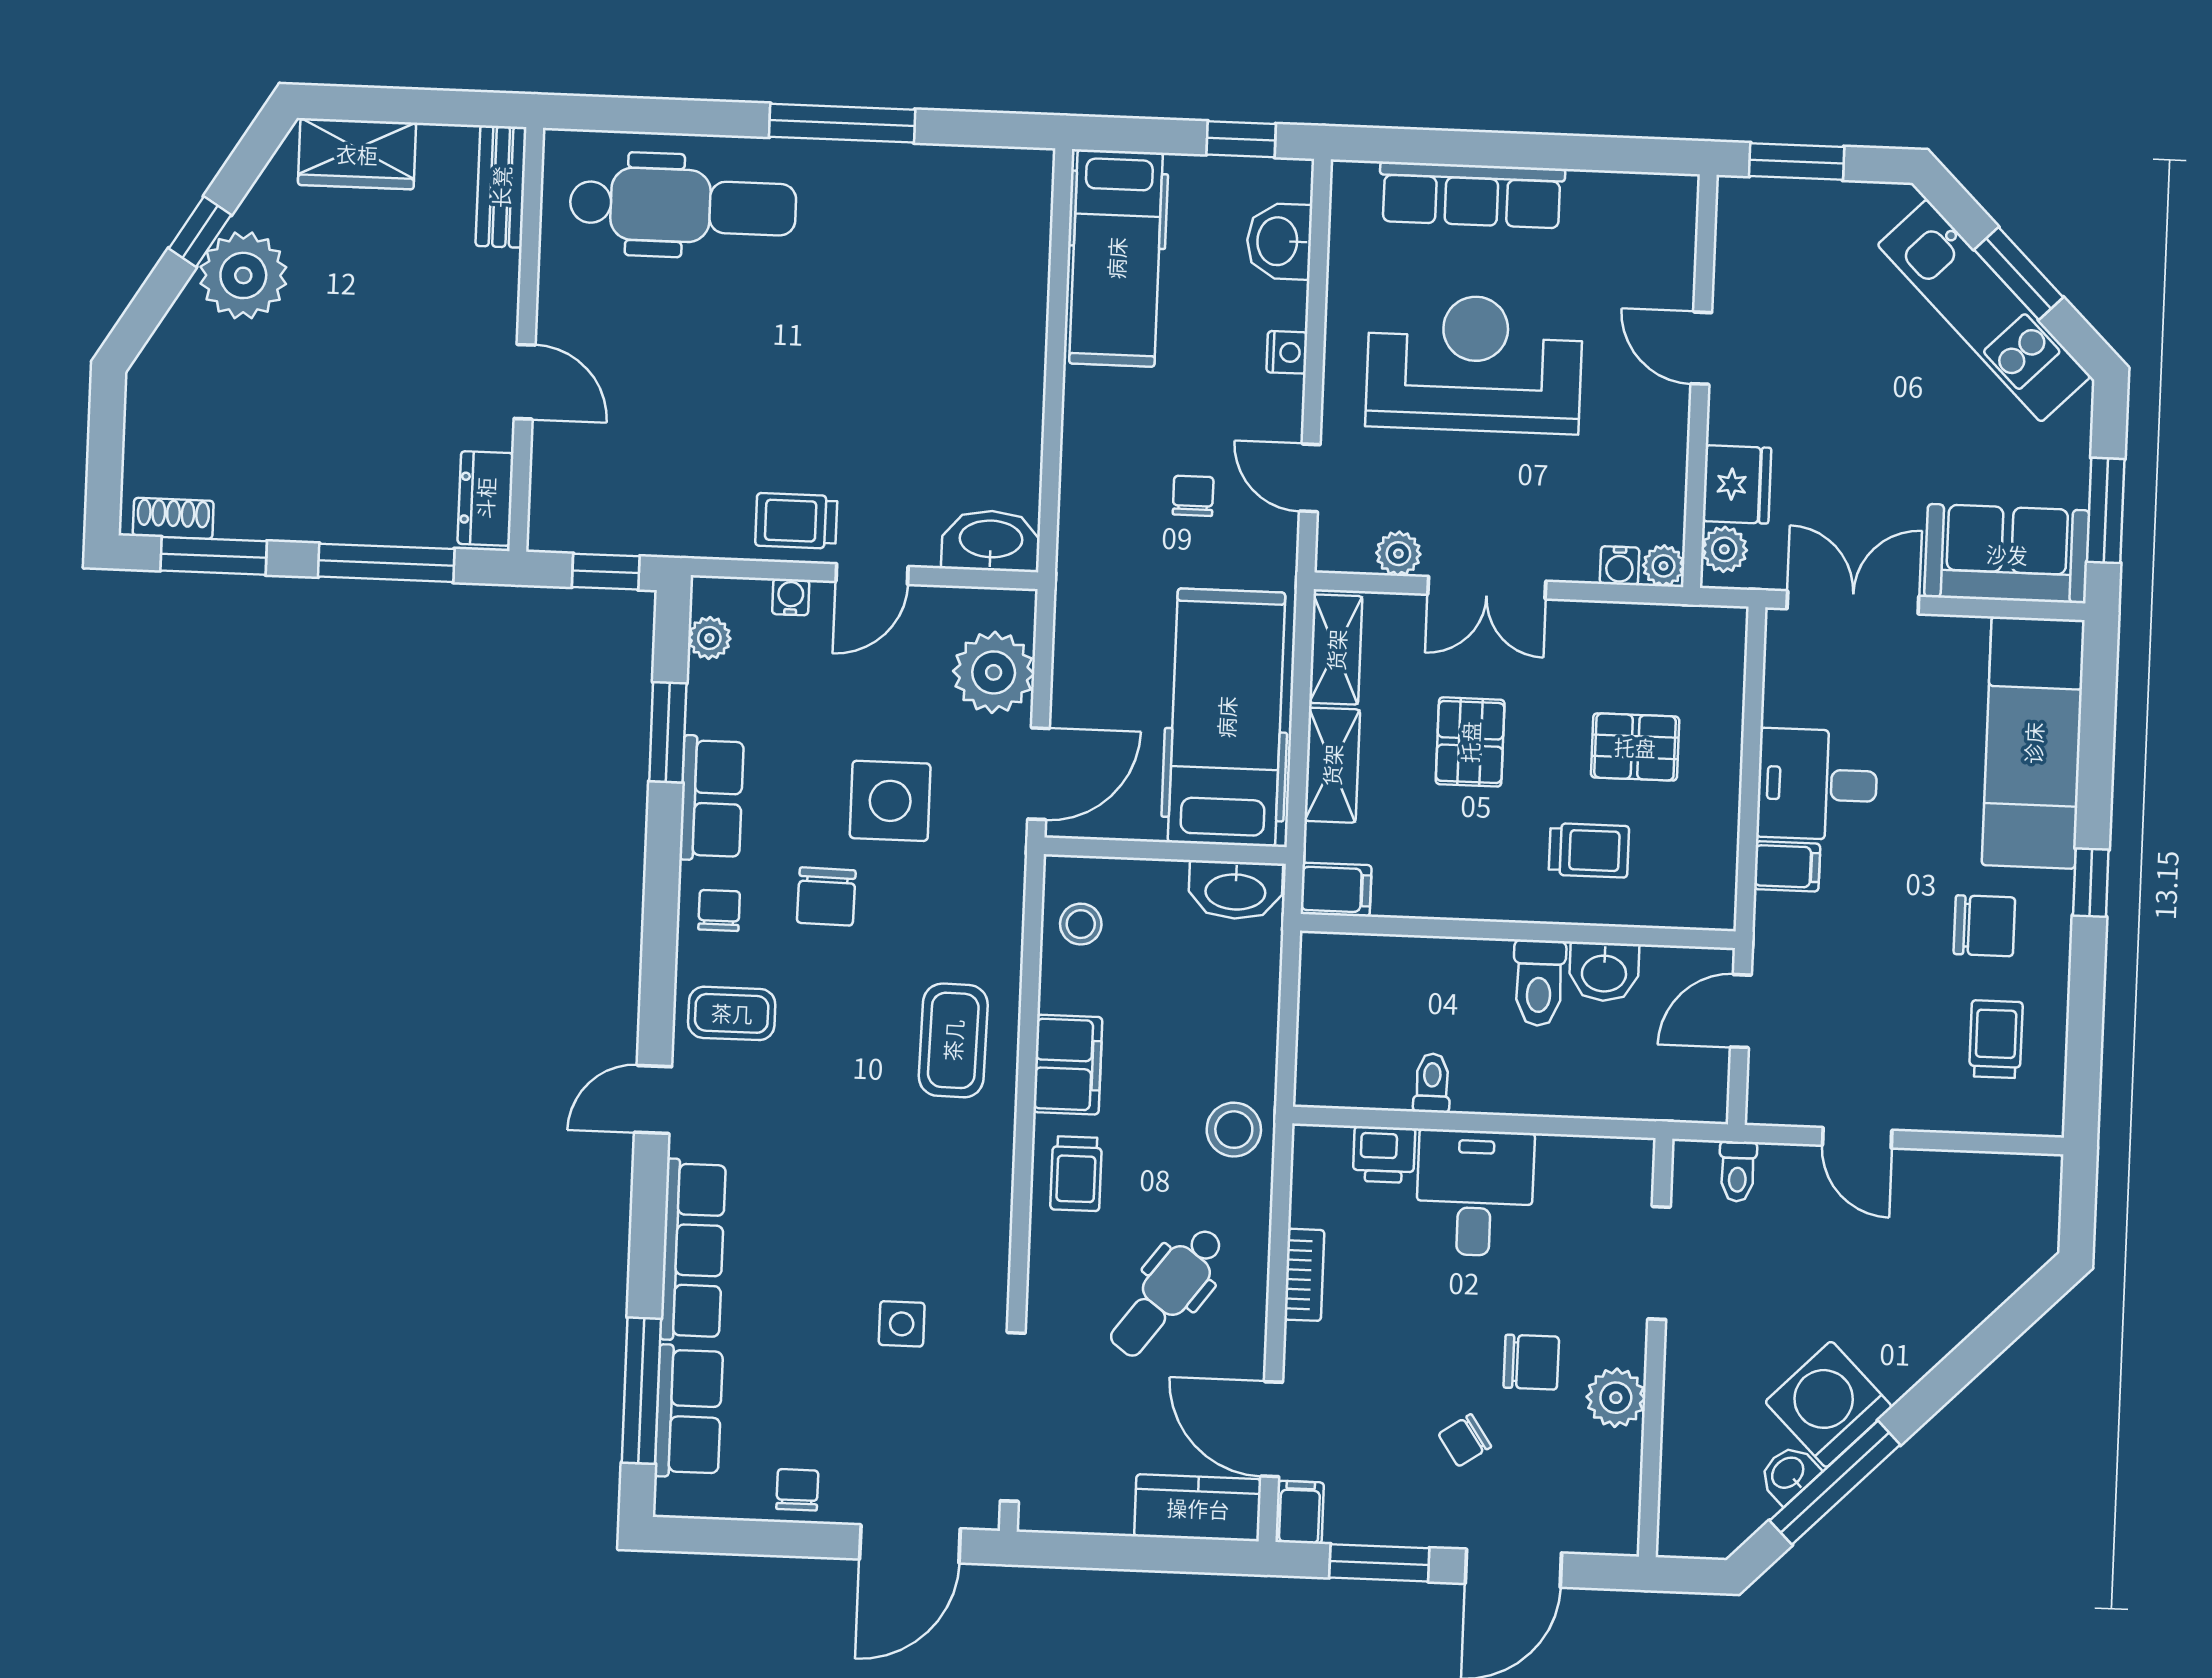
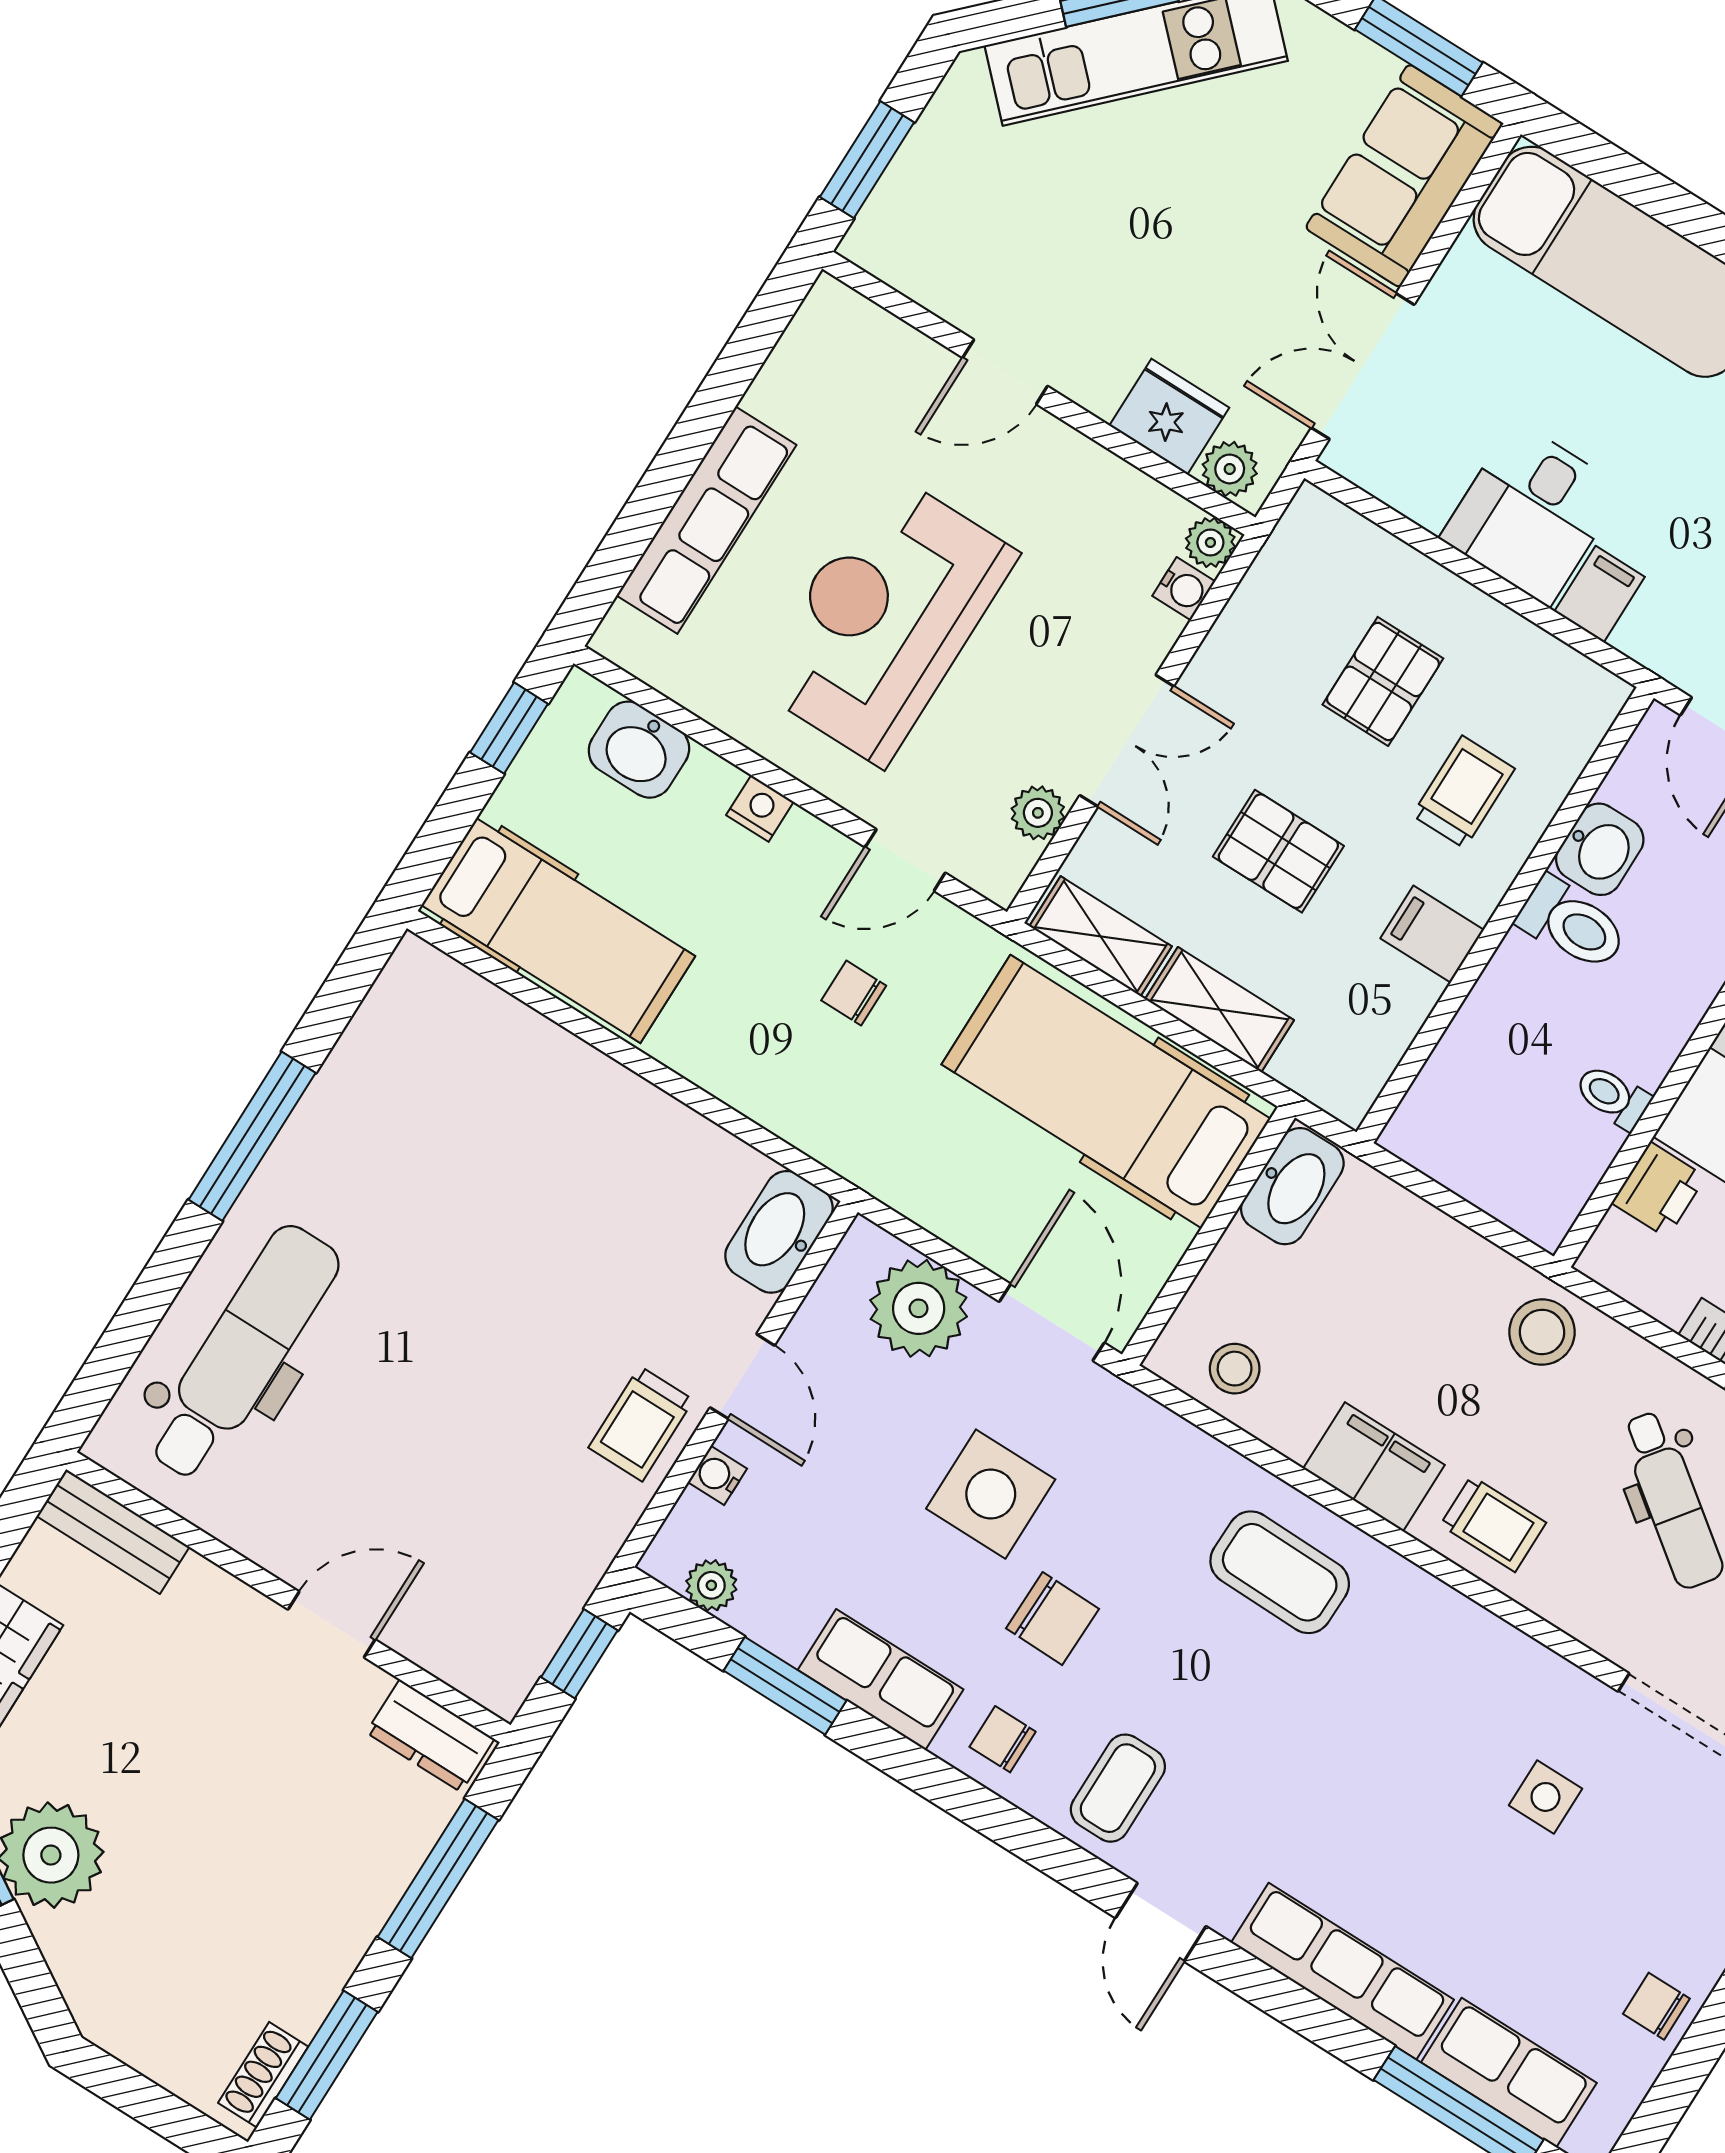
filing cabinet: (1336, 890) -> (1432, 934), moved, turned -90

